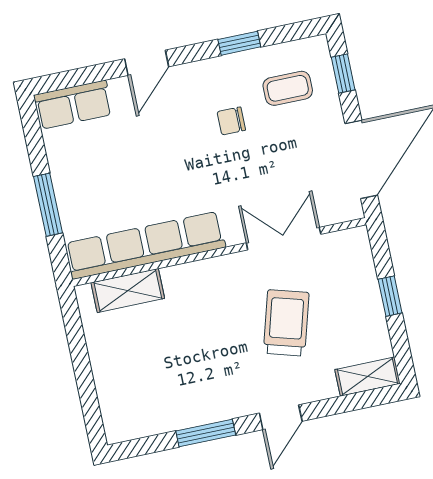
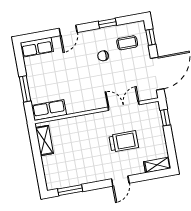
row of seats: (145, 245) -> (49, 110), width x0.50
shelving: (128, 291) -> (44, 140), moved, turned 90
window: (390, 296) -> (165, 118), moved
trolley: (286, 323) -> (124, 141), turned 74
window: (206, 433) -> (70, 190), moved

